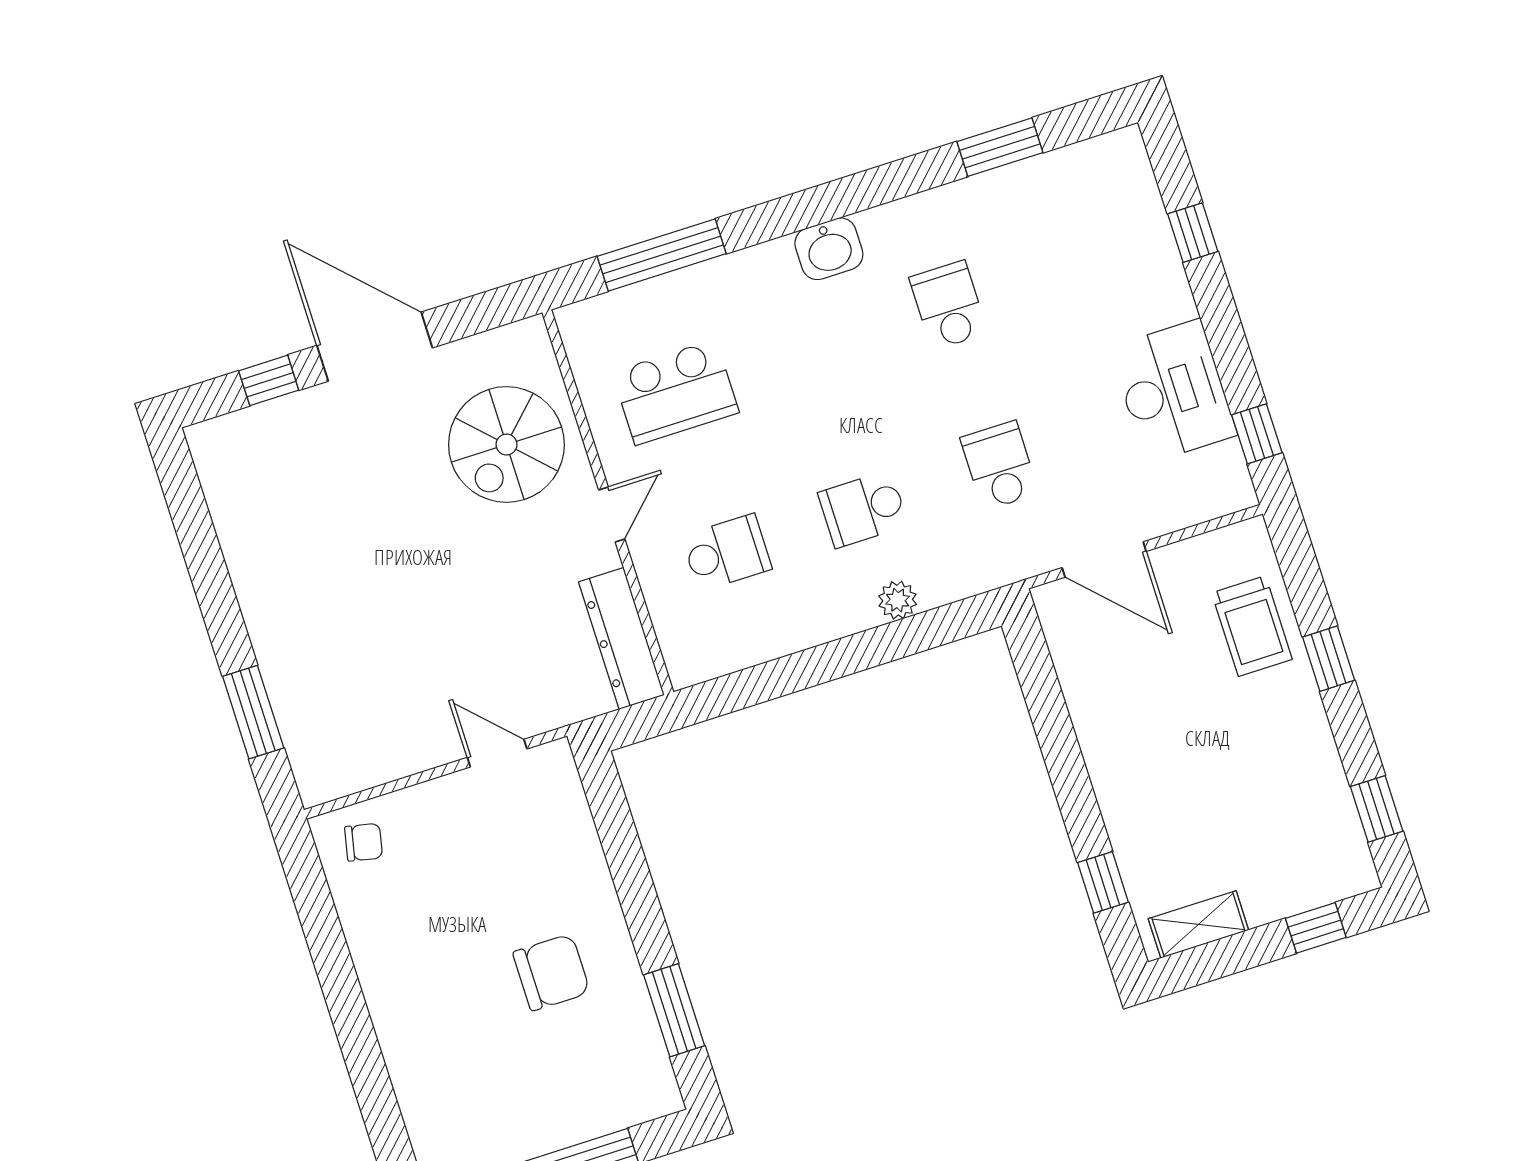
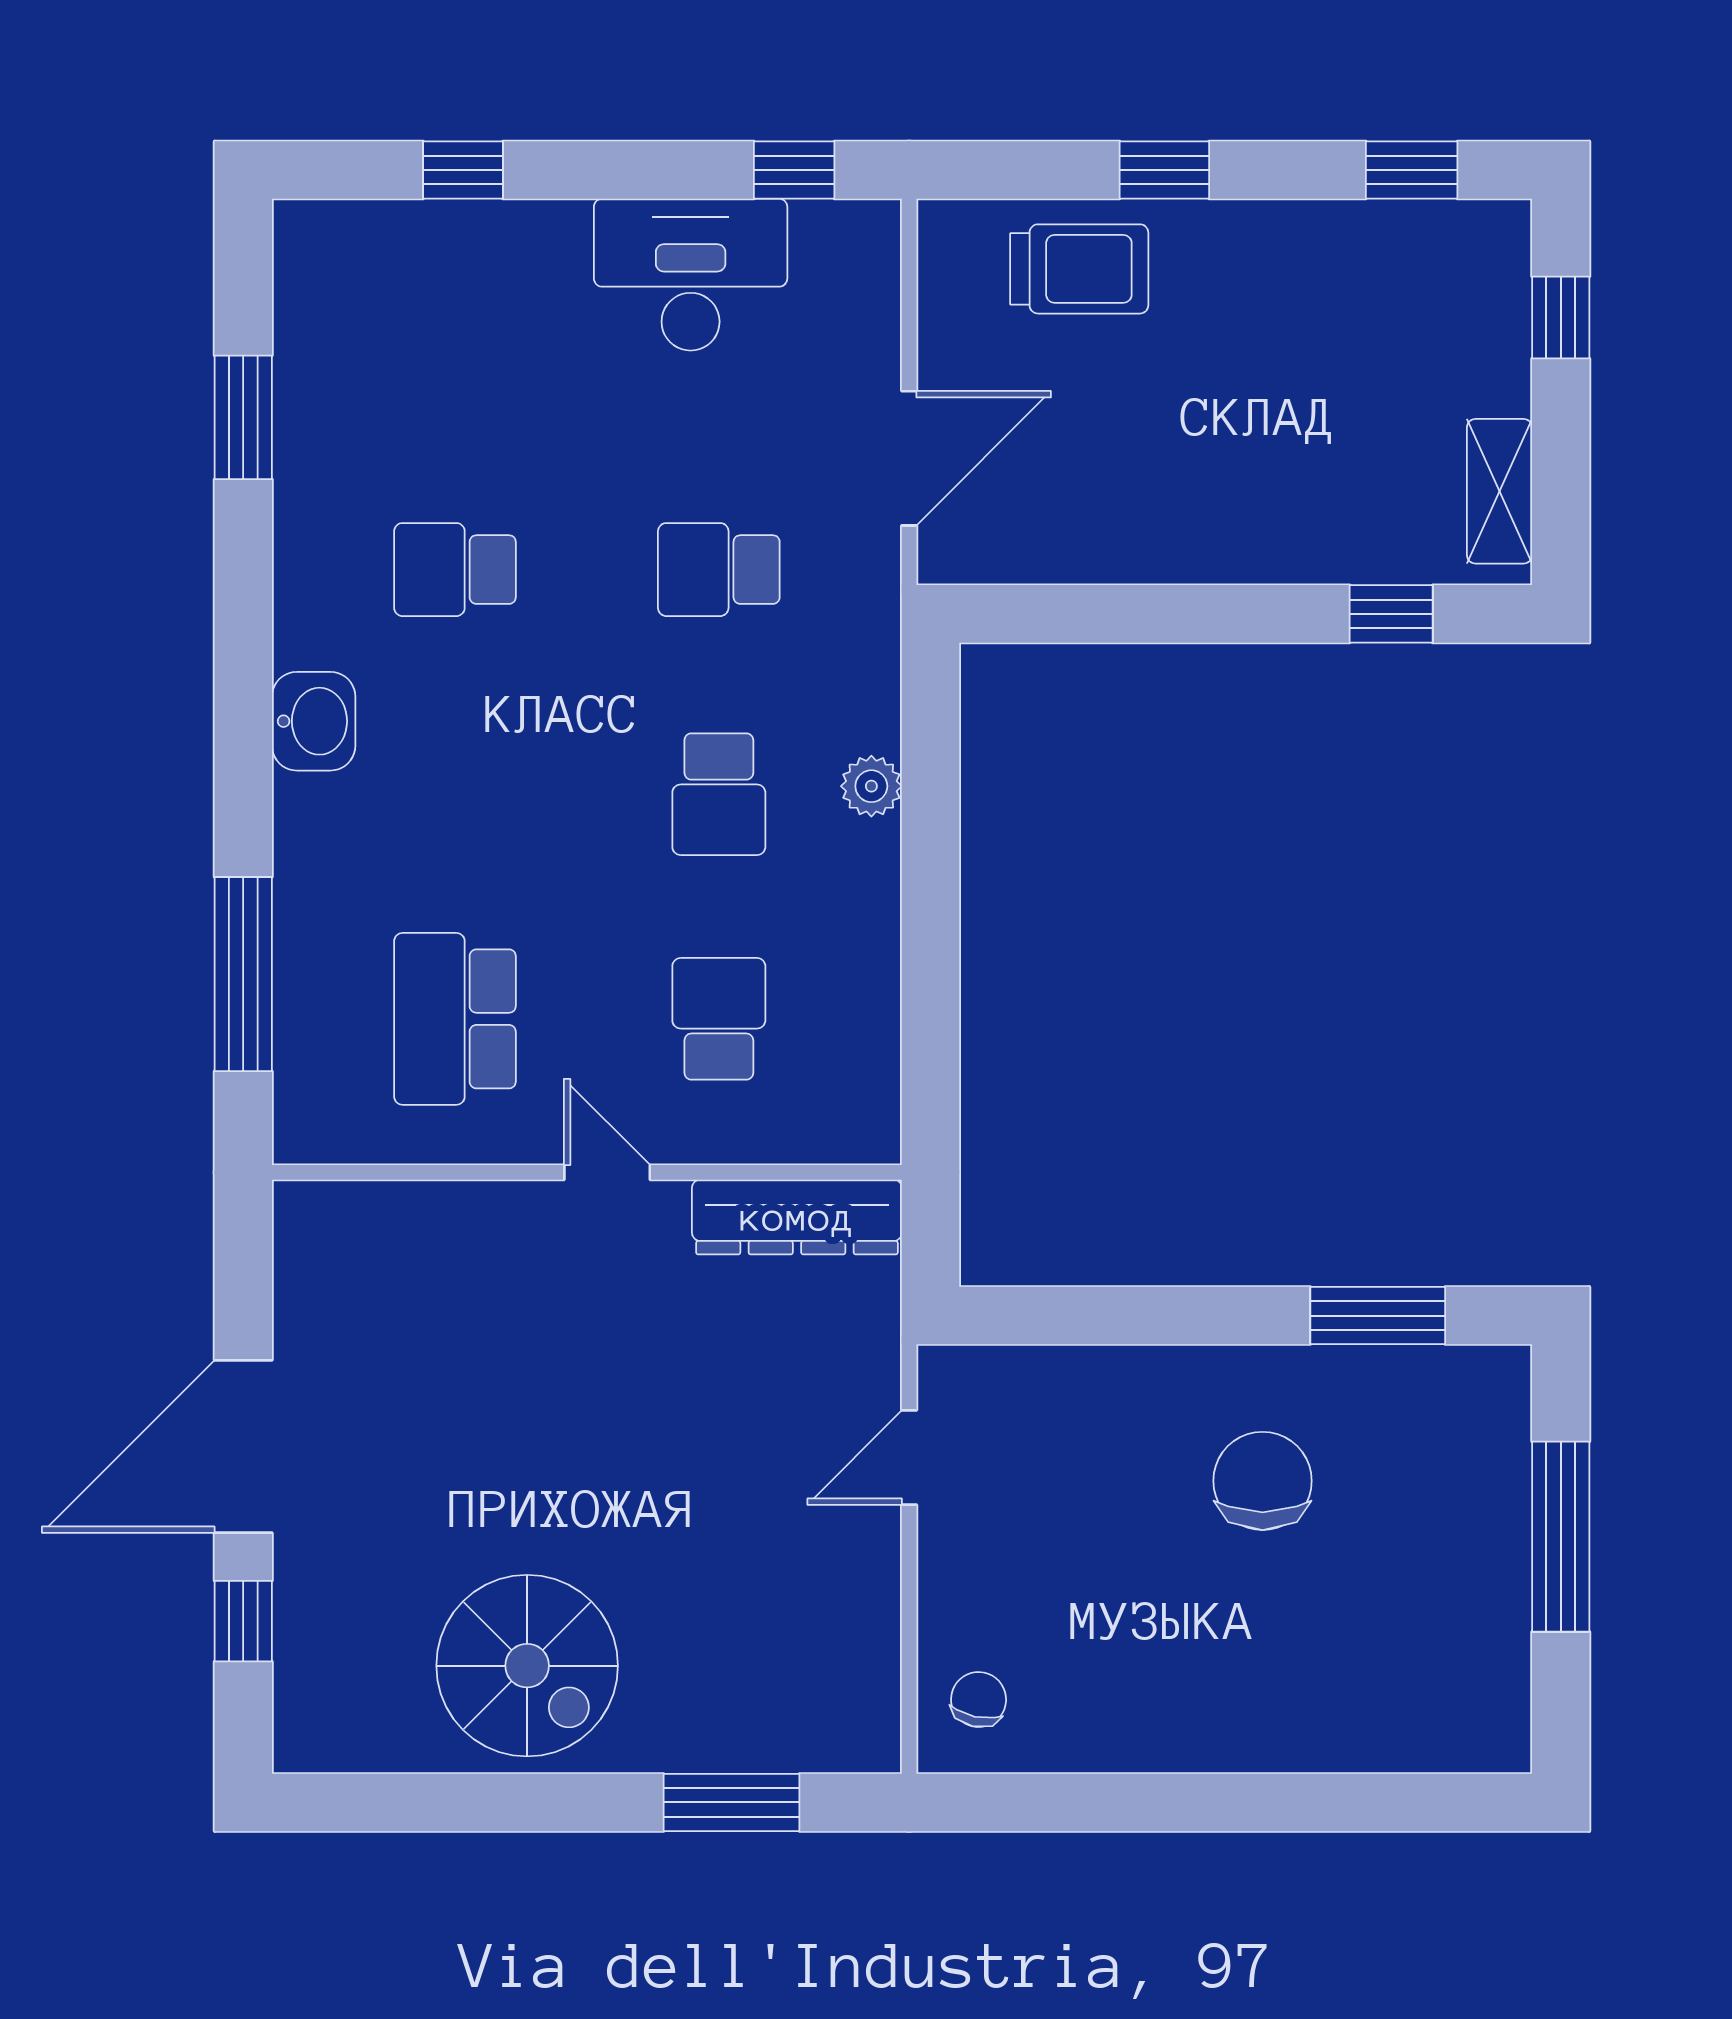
school desk: (676, 392) -> (455, 1019), turned 180
spiral stairs: (506, 444) -> (527, 1666), moved

